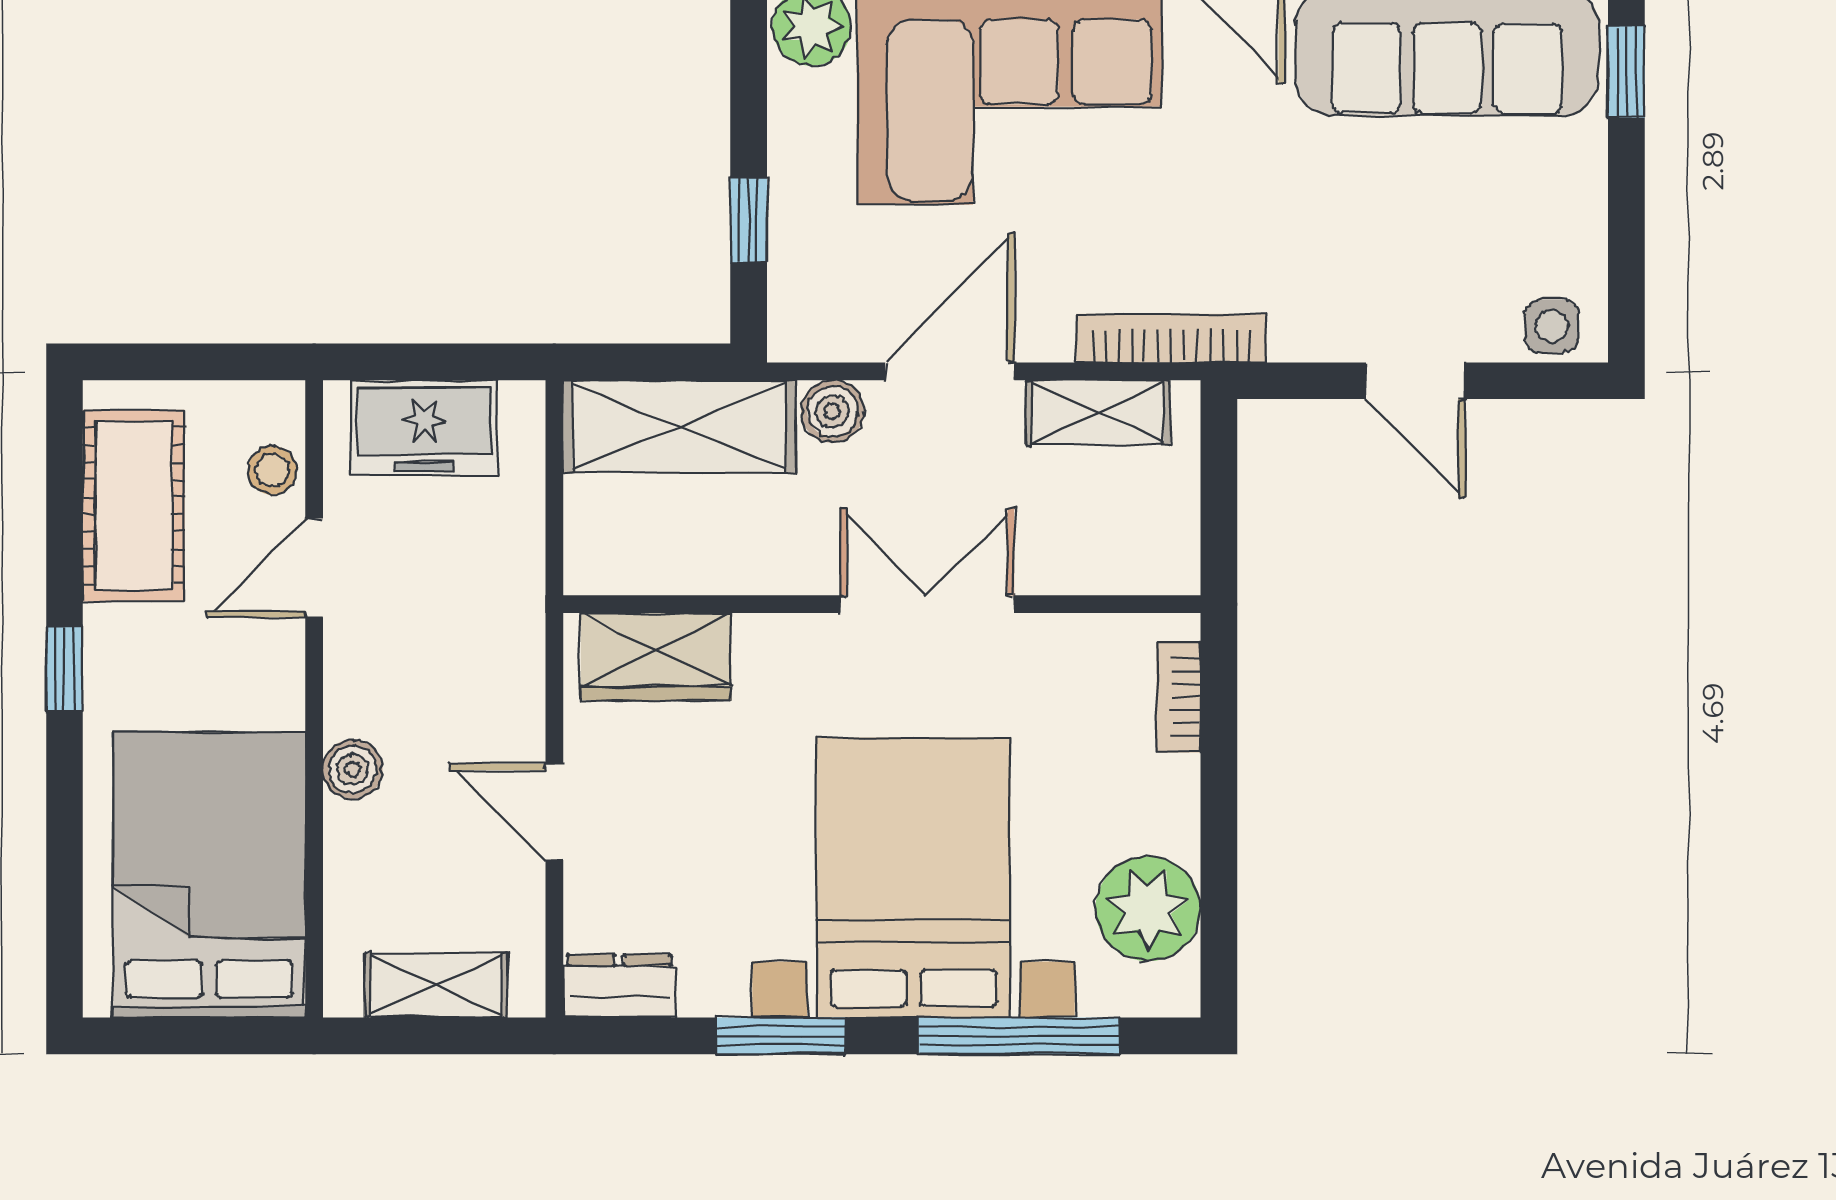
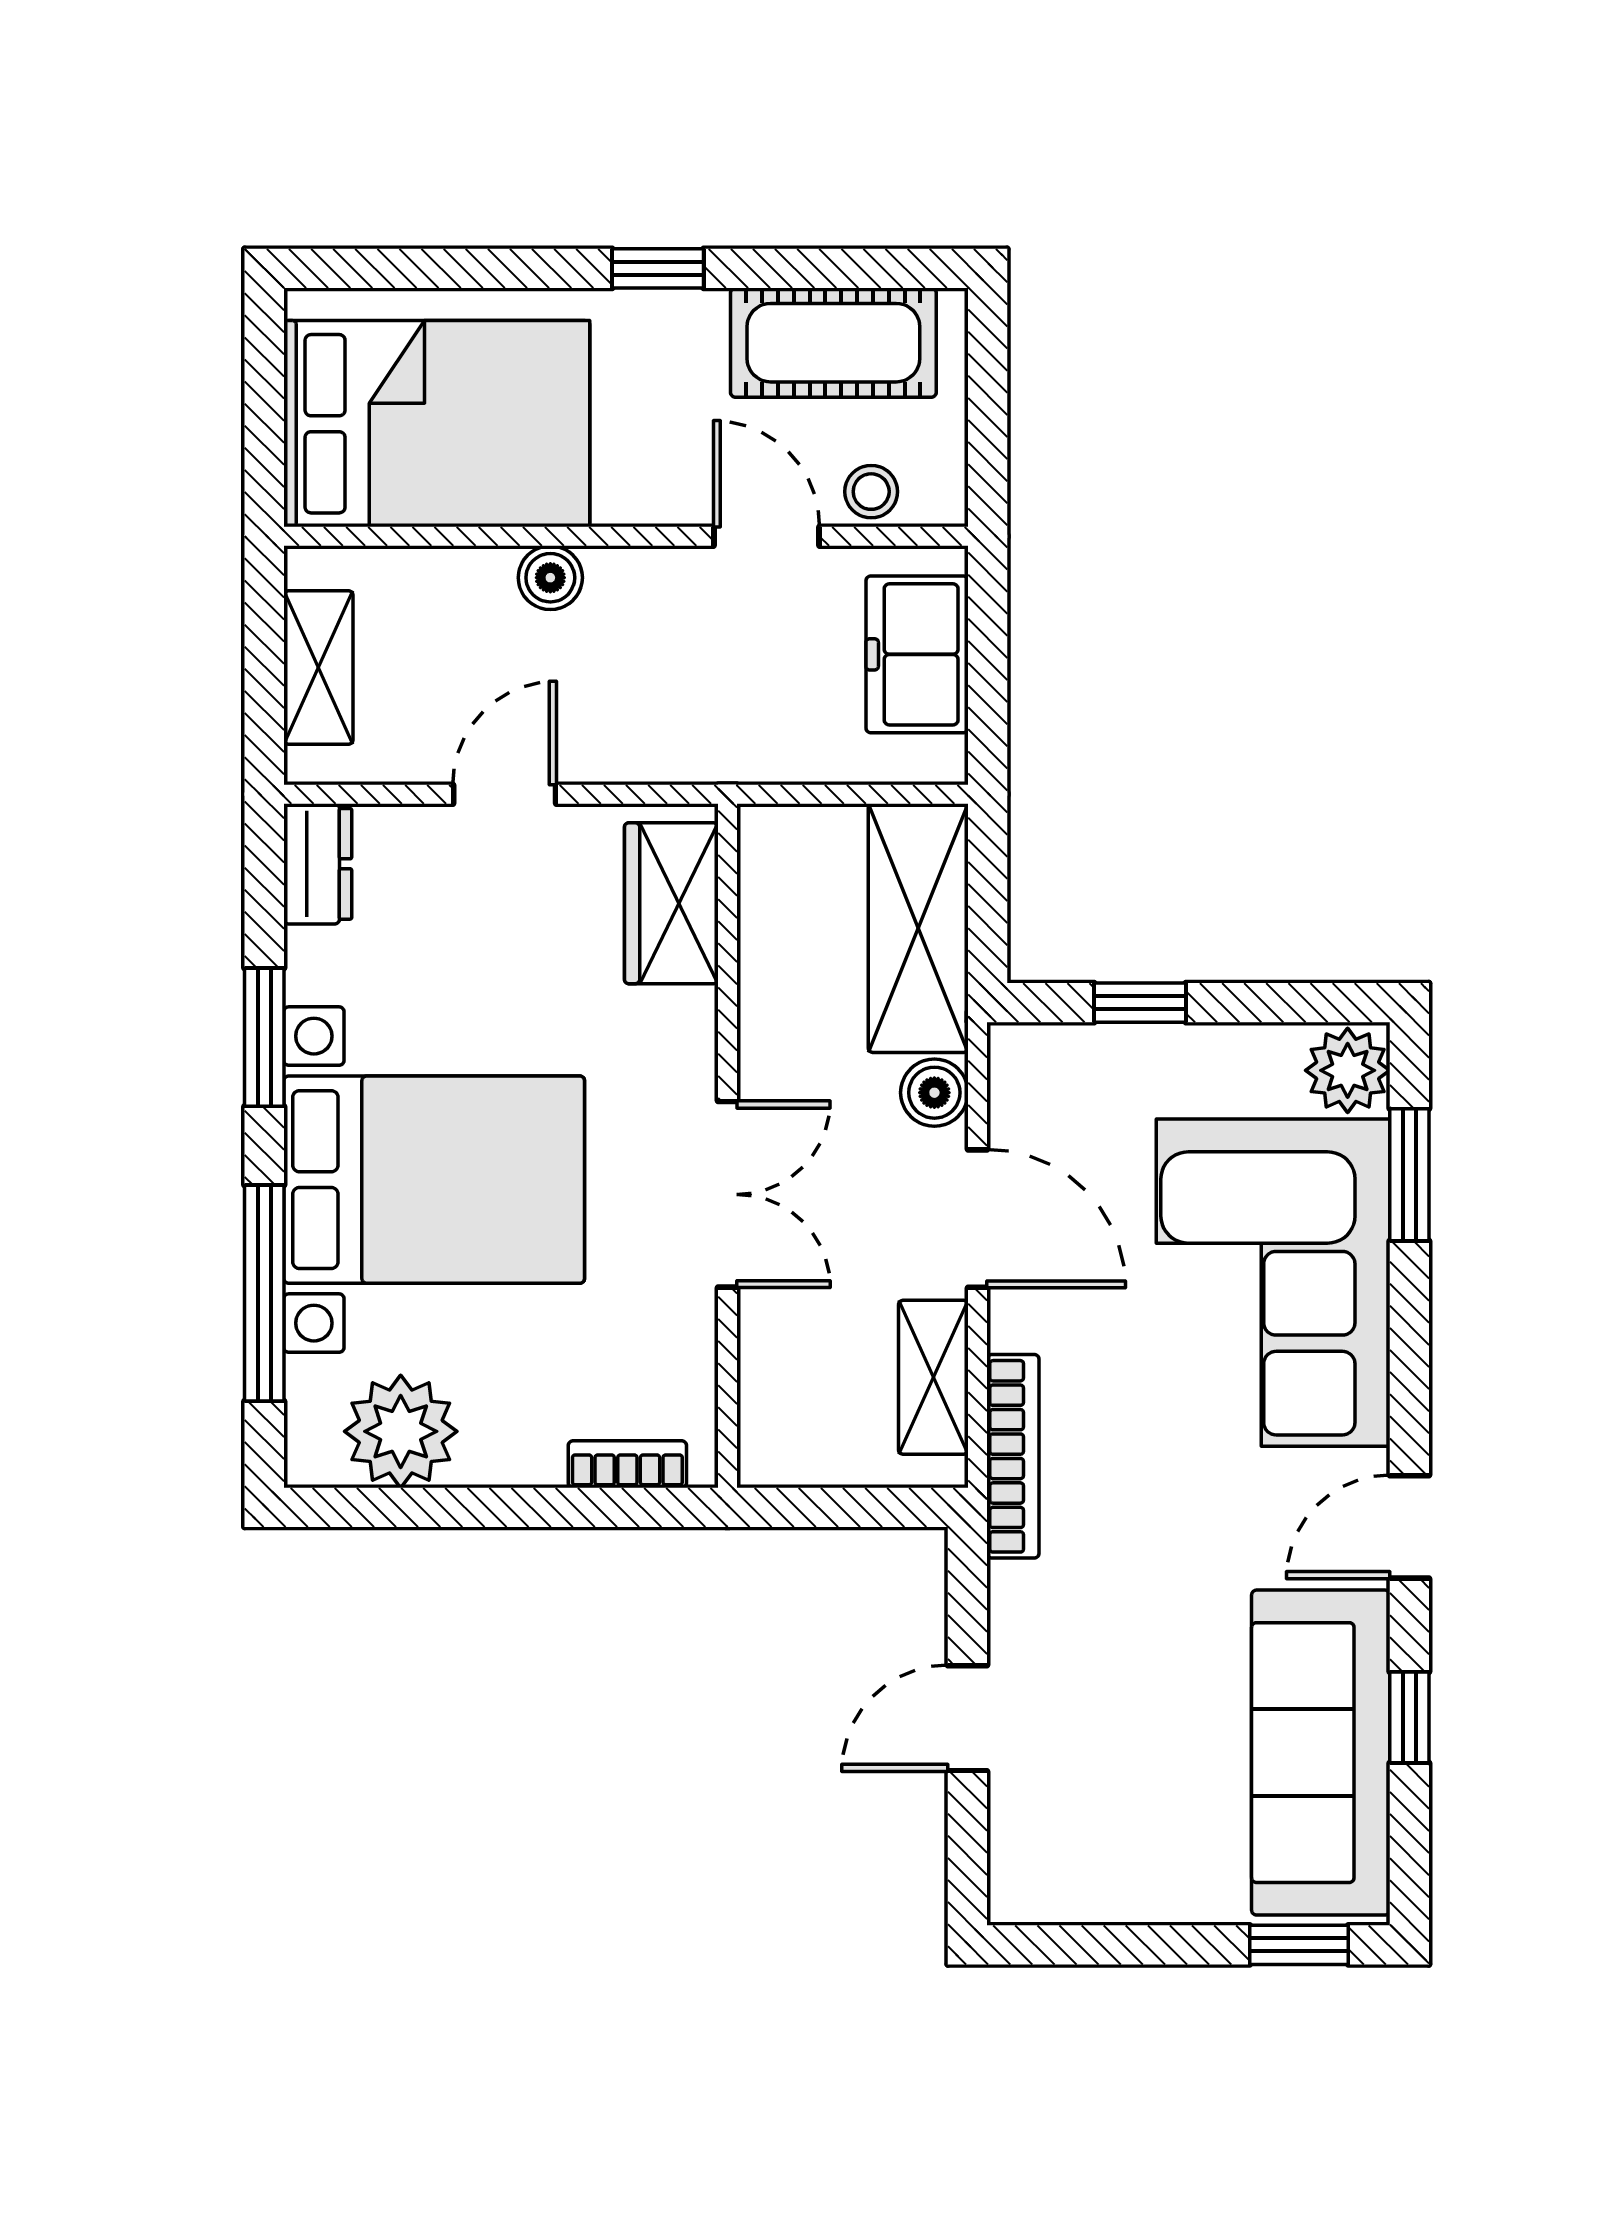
side table: (1552, 326) -> (1026, 1865), removed

